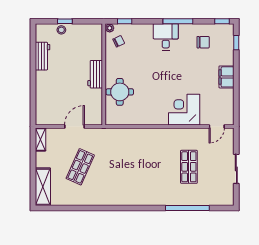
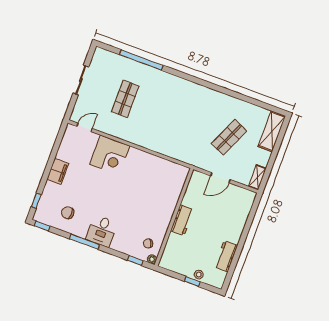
round table: (120, 92) -> (165, 195), removed

